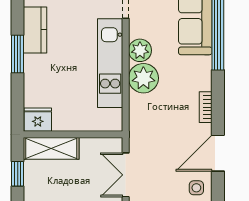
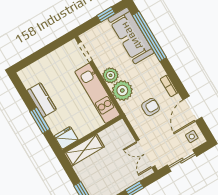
fridge: (38, 120) -> (66, 138), moved
armchair: (167, 120) -> (151, 107), added
wall: (73, 134) -> (92, 134), moved
shelving: (51, 148) -> (84, 150), moved

